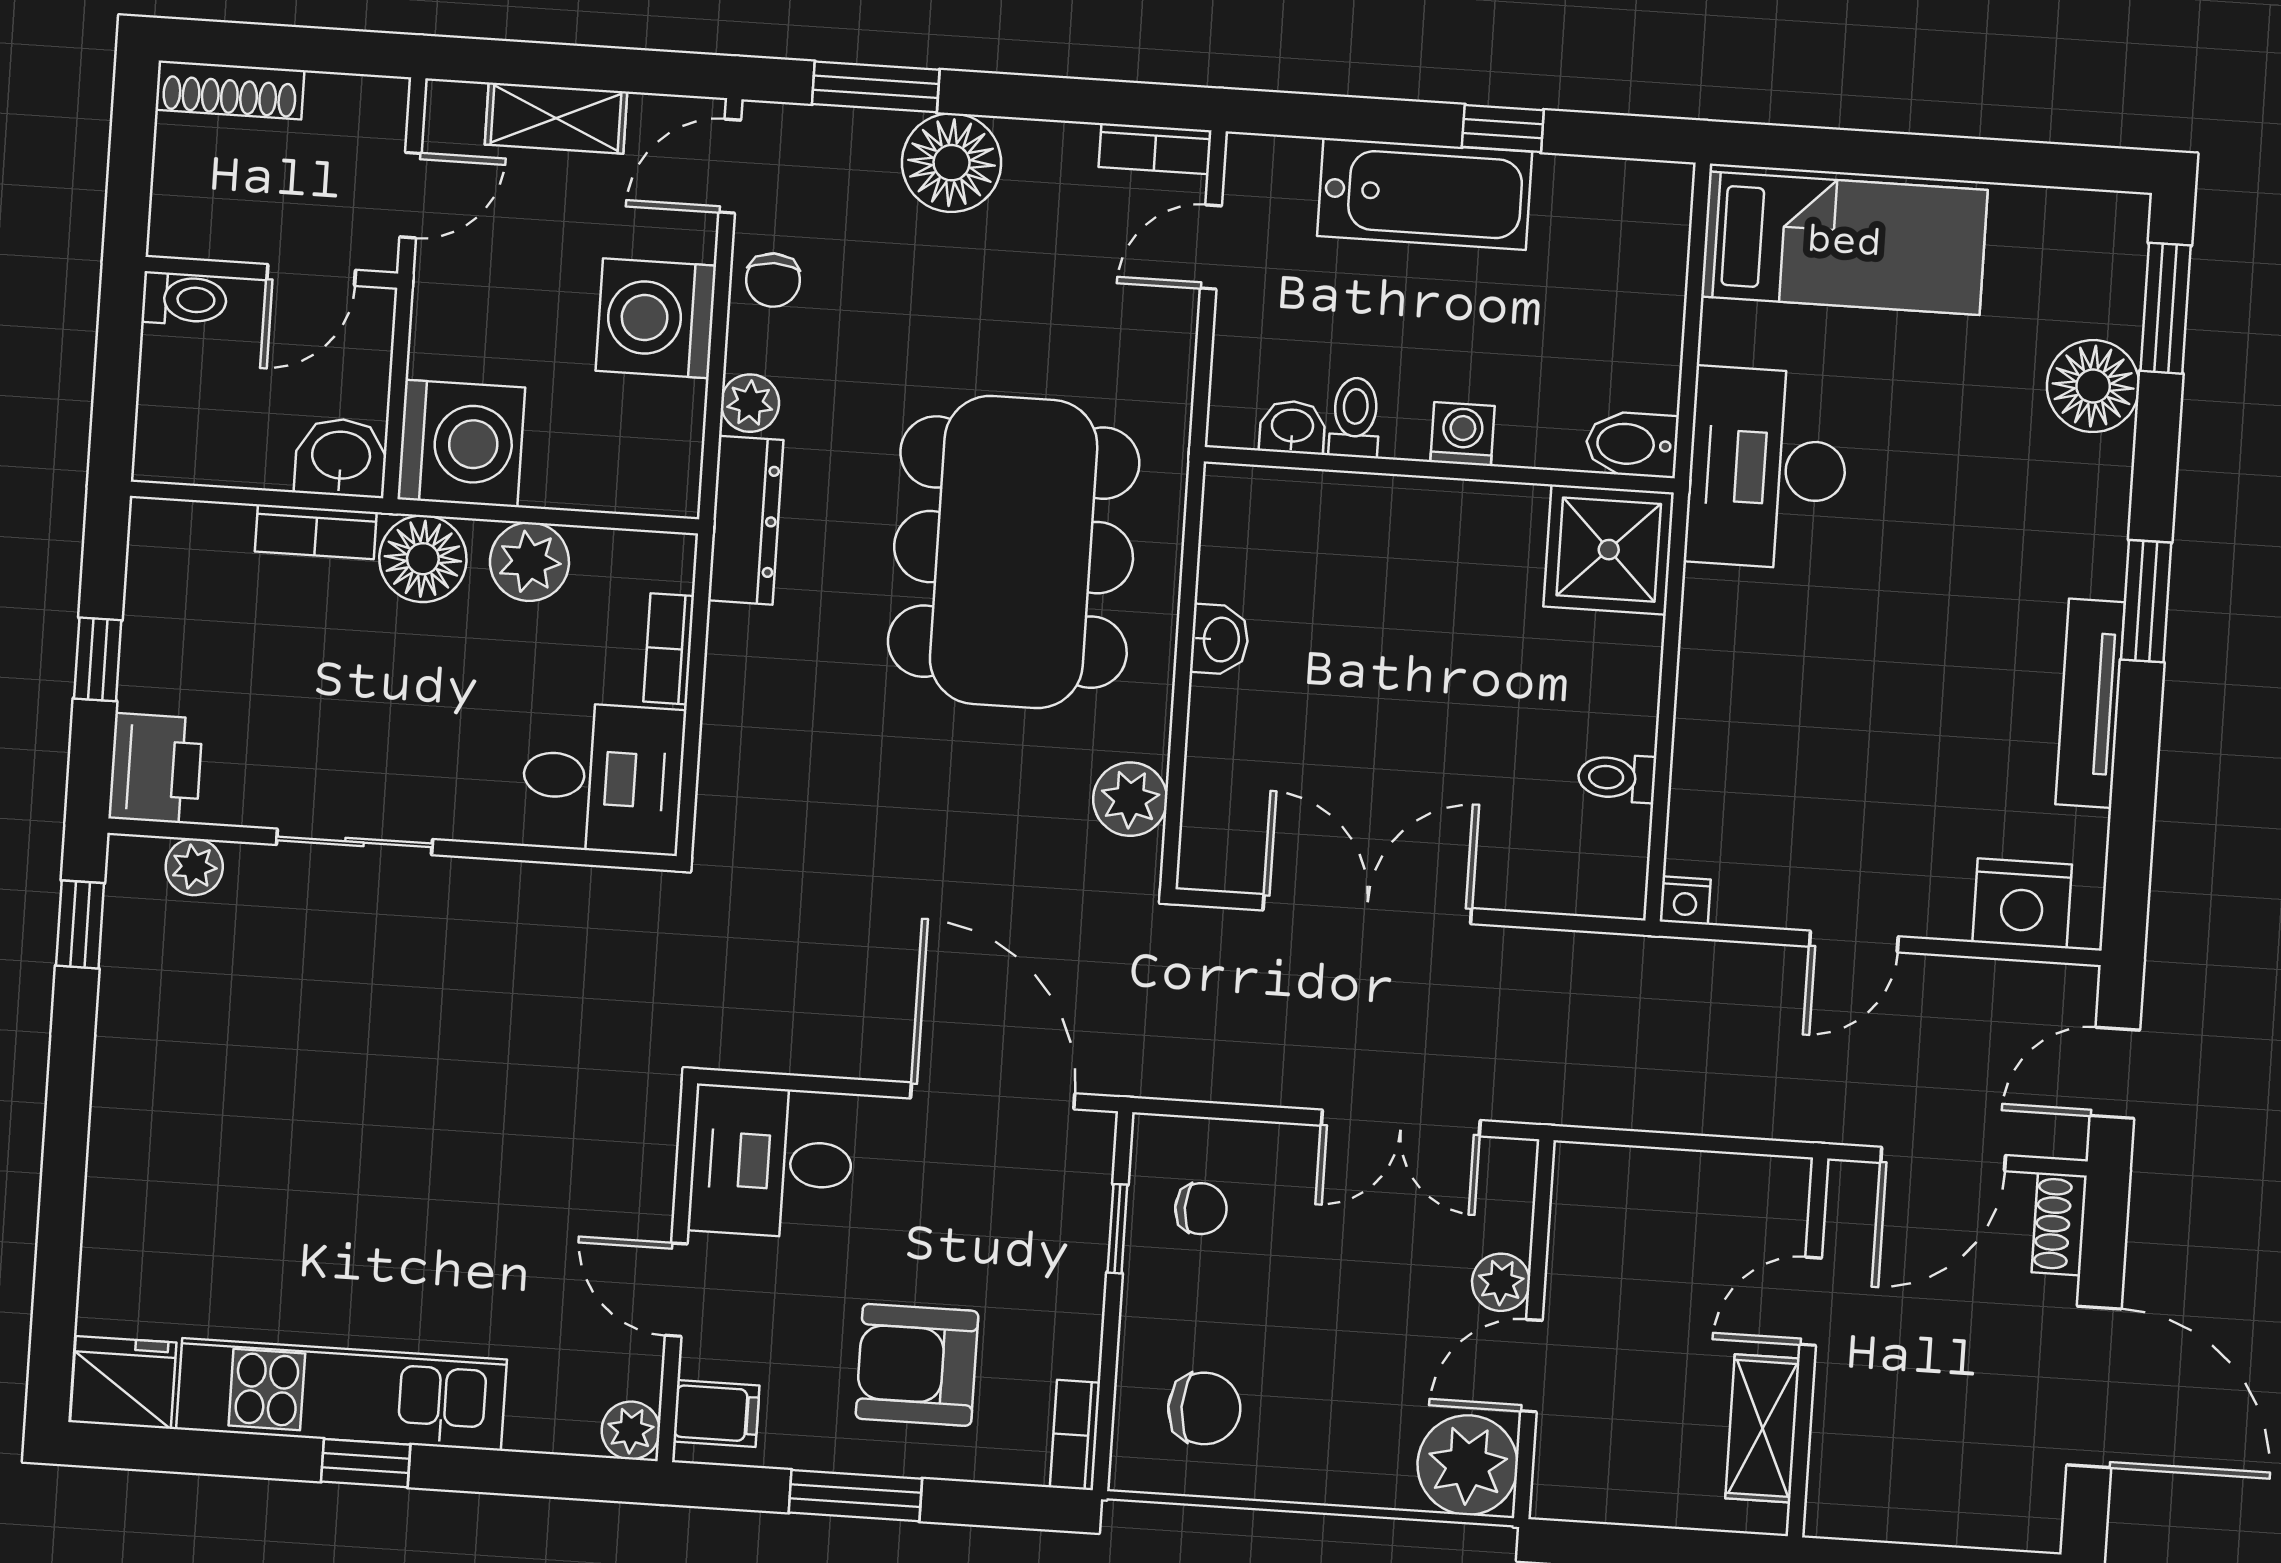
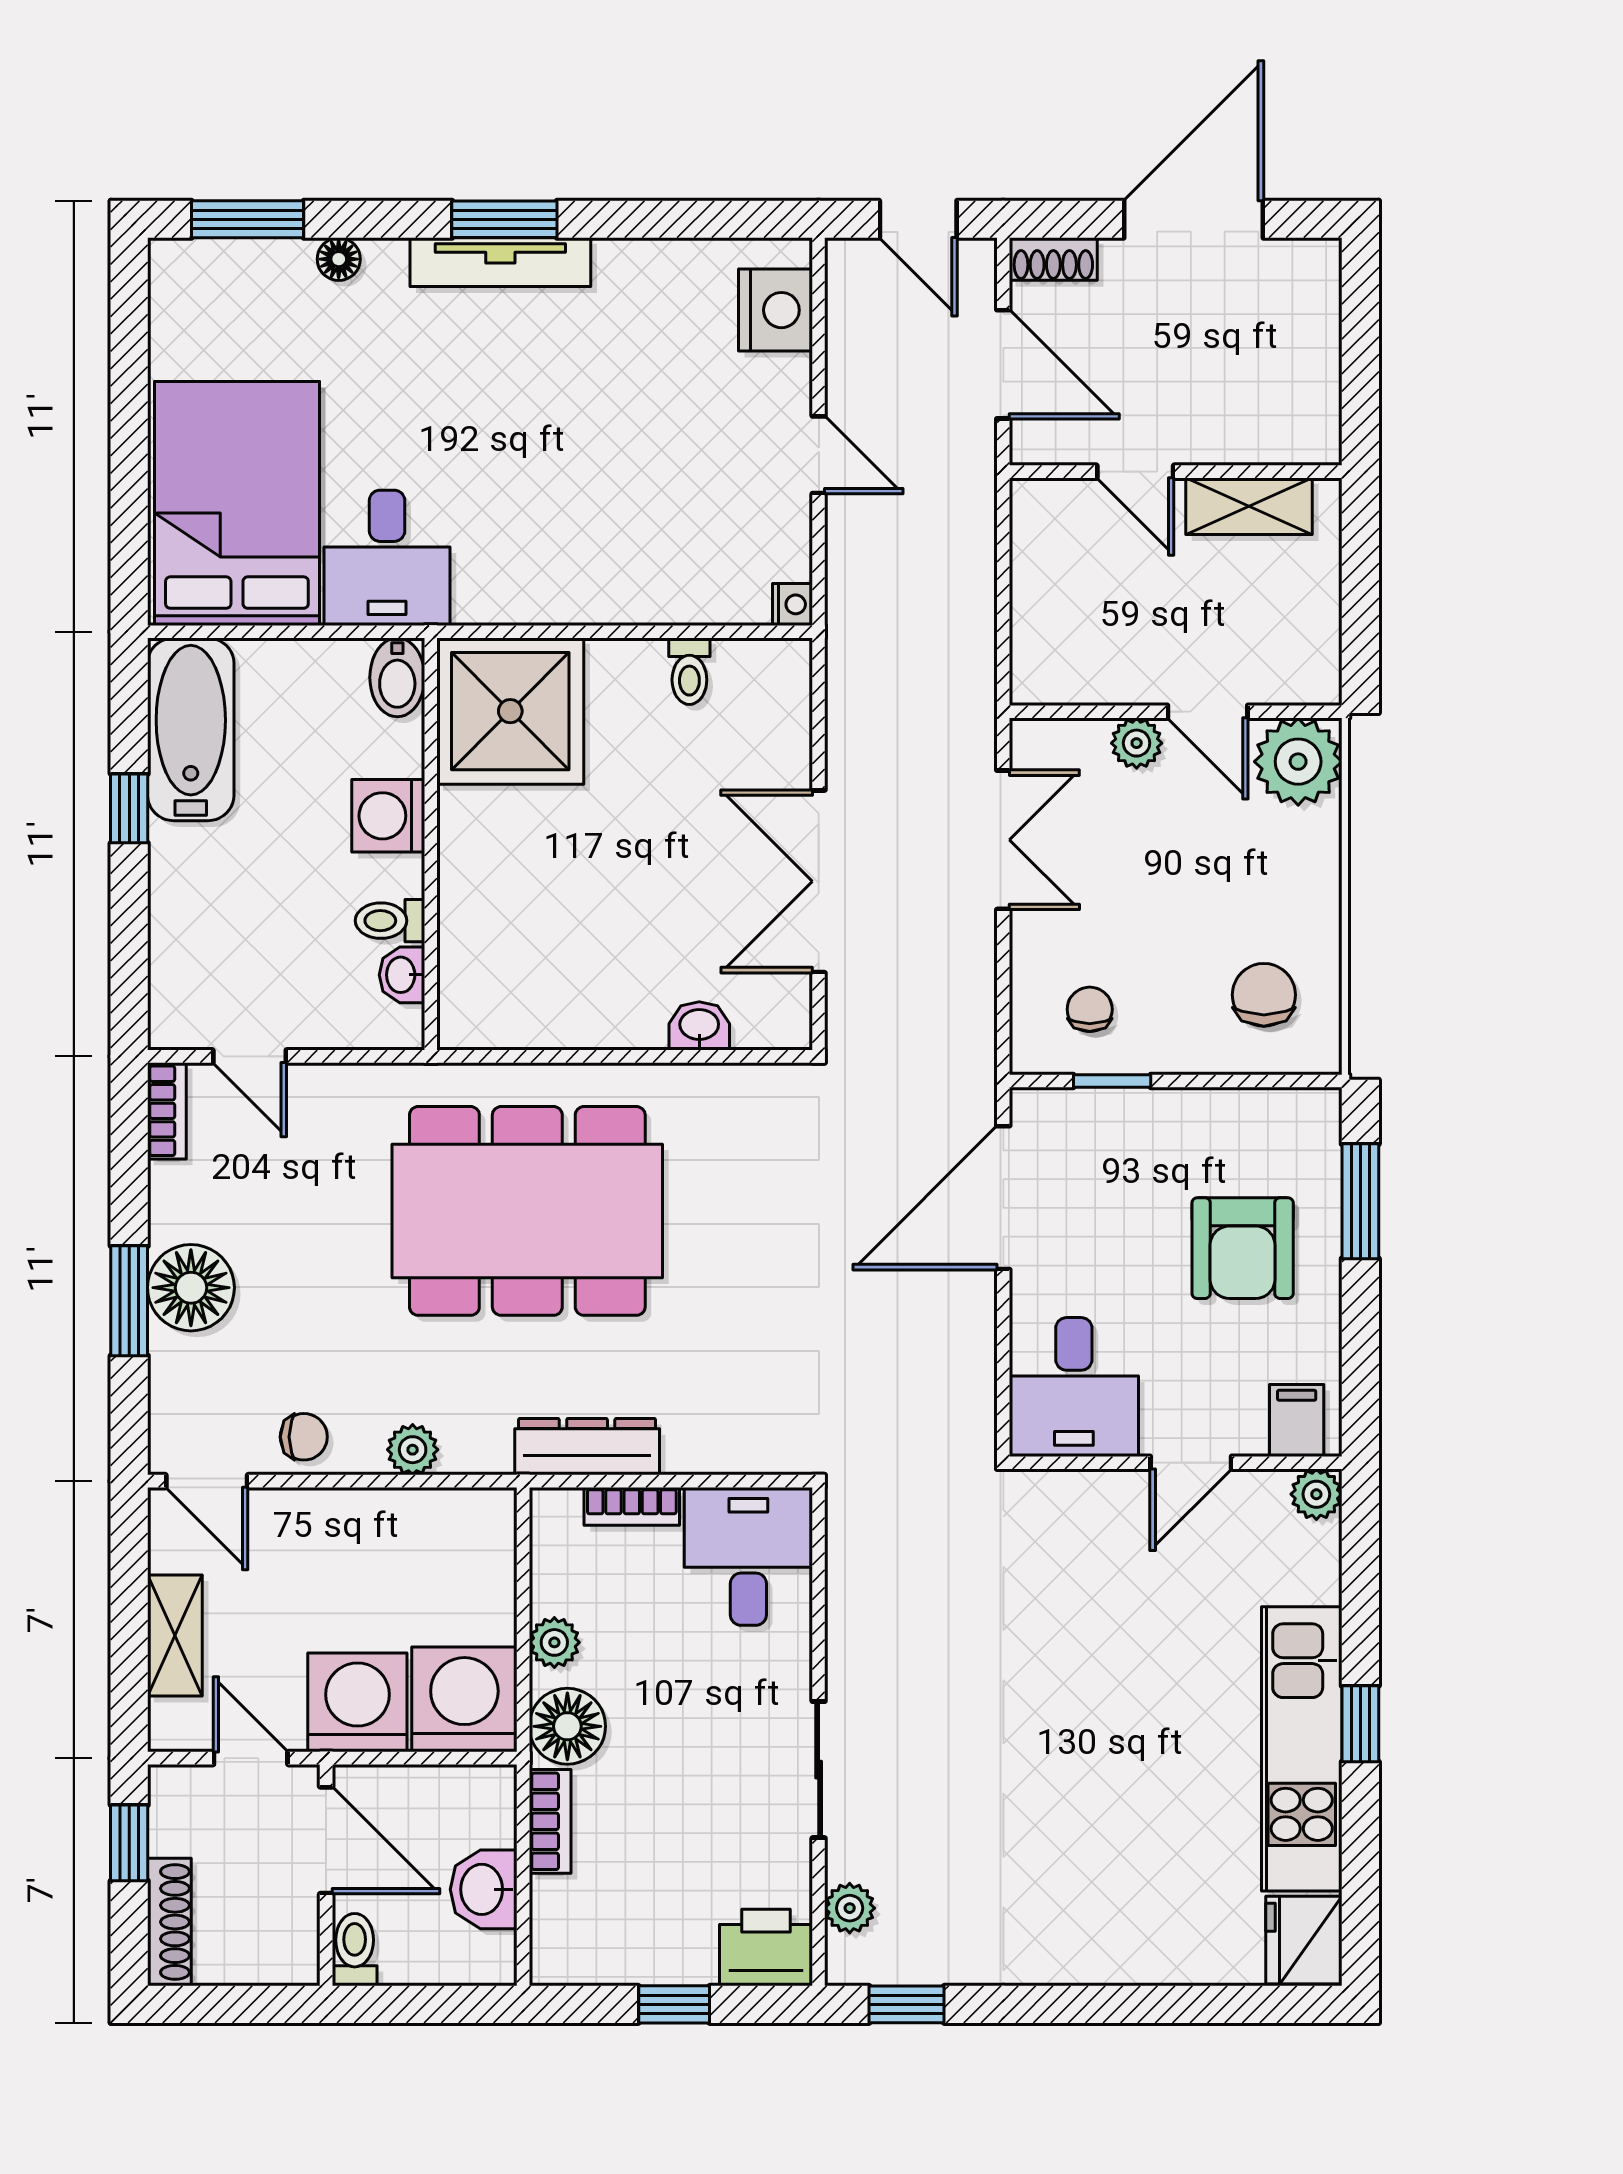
window: (323, 50) -> (129, 1843), added
window: (876, 87) -> (129, 1301), moved
bathtub: (1425, 194) -> (191, 729), moved
bed: (1844, 243) -> (237, 503), width x1.50
door: (311, 275) -> (326, 1840), width x1.38
washing machine: (656, 318) -> (357, 1702), moved, turned 180
floor lamp: (2093, 386) -> (339, 259), width x0.53, depth x0.53
washing machine: (1463, 434) -> (388, 816), width x1.38, depth x1.38
washbasin: (341, 457) -> (484, 1889), moved
desk: (1767, 468) -> (387, 558), width x0.73
dresser: (746, 520) -> (587, 1447), moved
shower: (1609, 550) -> (510, 711), width x1.37, depth x1.37
plant: (529, 562) -> (554, 1642), width x0.73, depth x0.73
washbasin: (1220, 639) -> (699, 1026), moved
tv unit: (2090, 703) -> (500, 262), moved
plant: (1130, 799) -> (736, 1095), removed
bookcase: (1075, 1435) -> (1295, 1106), removed
window: (855, 1496) -> (1360, 1201), moved

